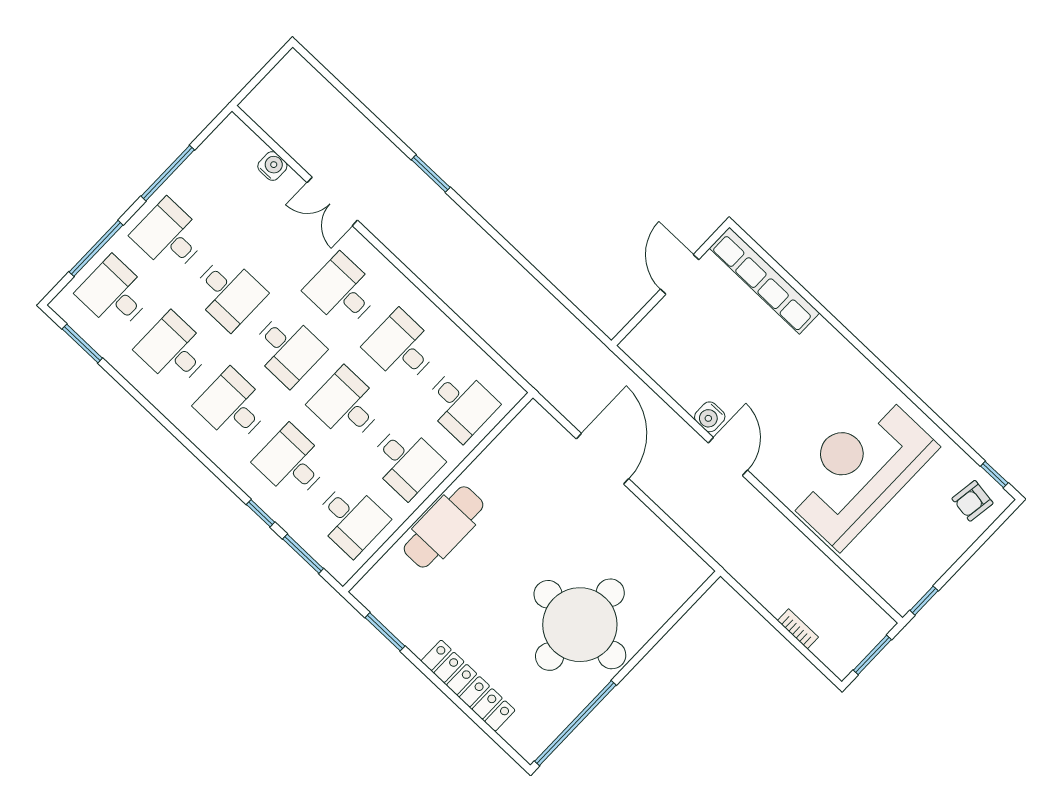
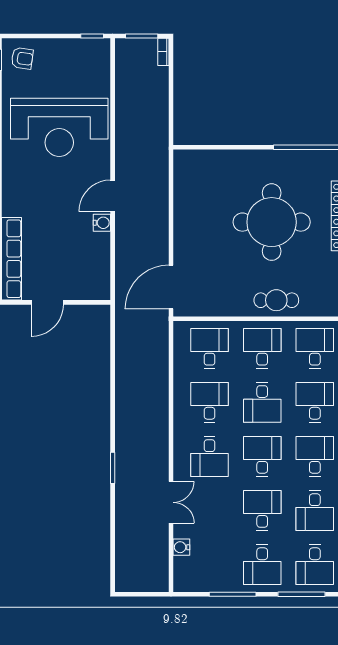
desk: (401, 348) -> (210, 402), turned 180
desk: (233, 406) -> (315, 456), turned 180
door: (602, 459) -> (171, 287), moved
desk: (292, 463) -> (315, 402), turned 180
cafe table: (444, 527) -> (276, 300), width x0.73, depth x0.74
round table: (580, 625) -> (272, 222), moved
bookcase: (798, 629) -> (163, 52), moved

